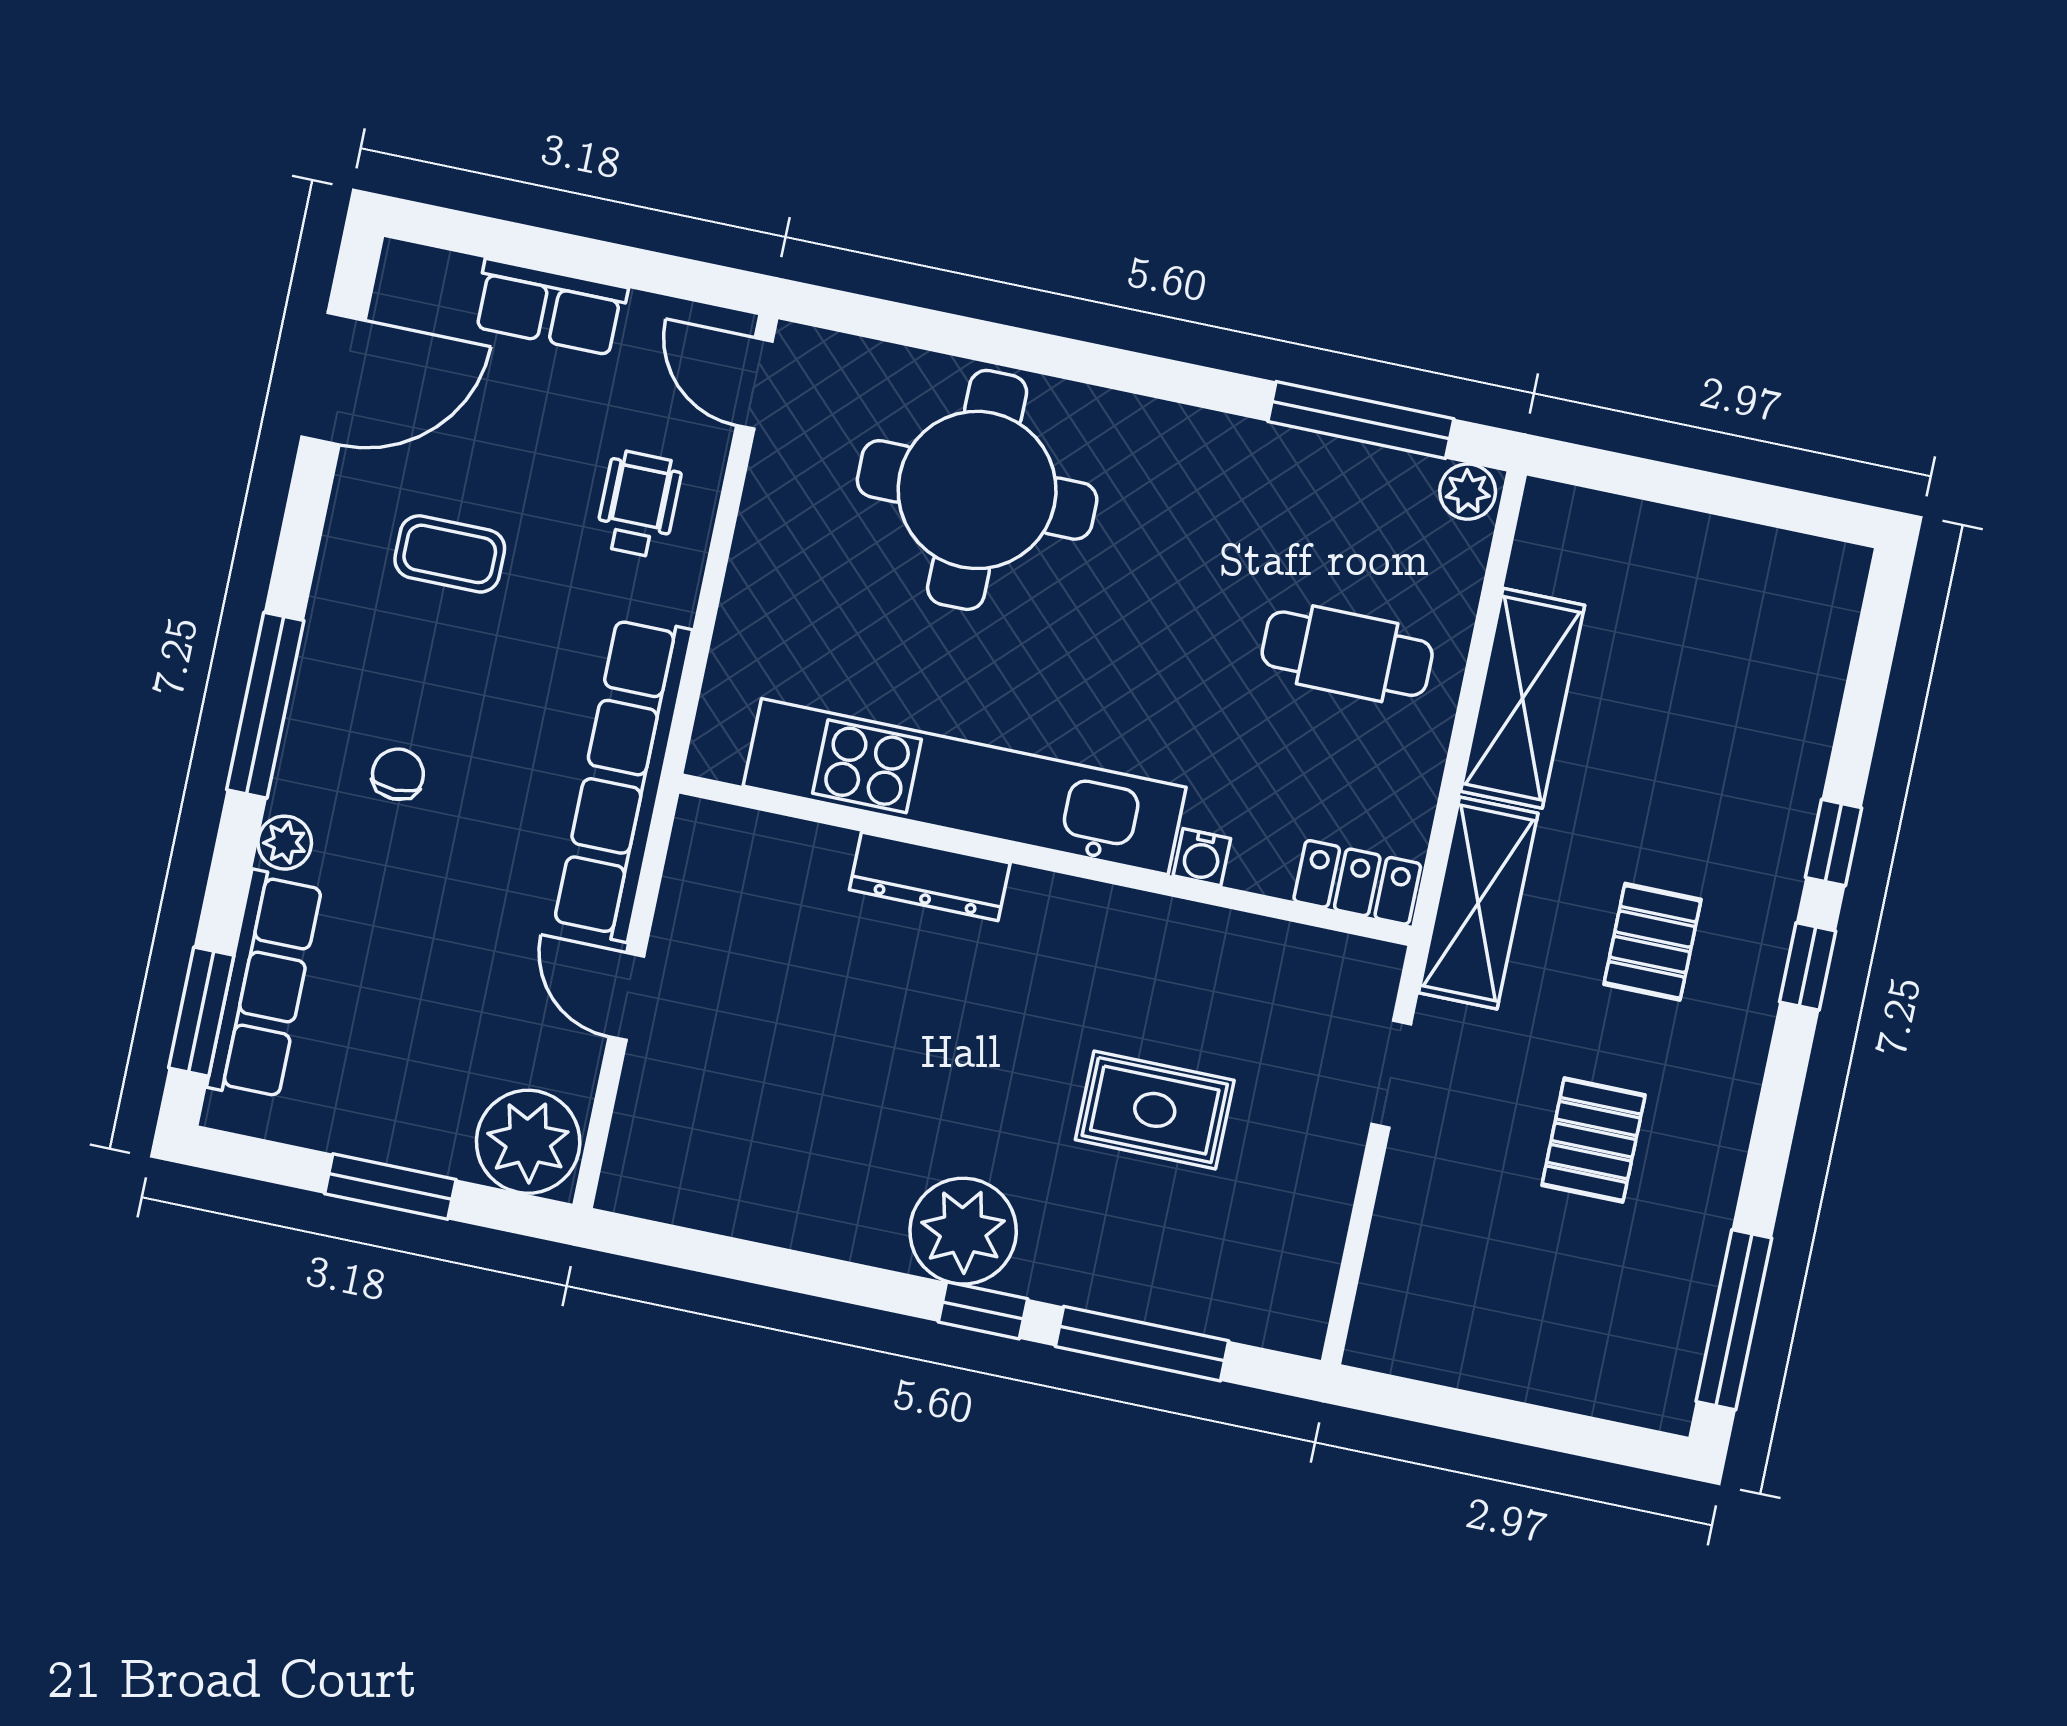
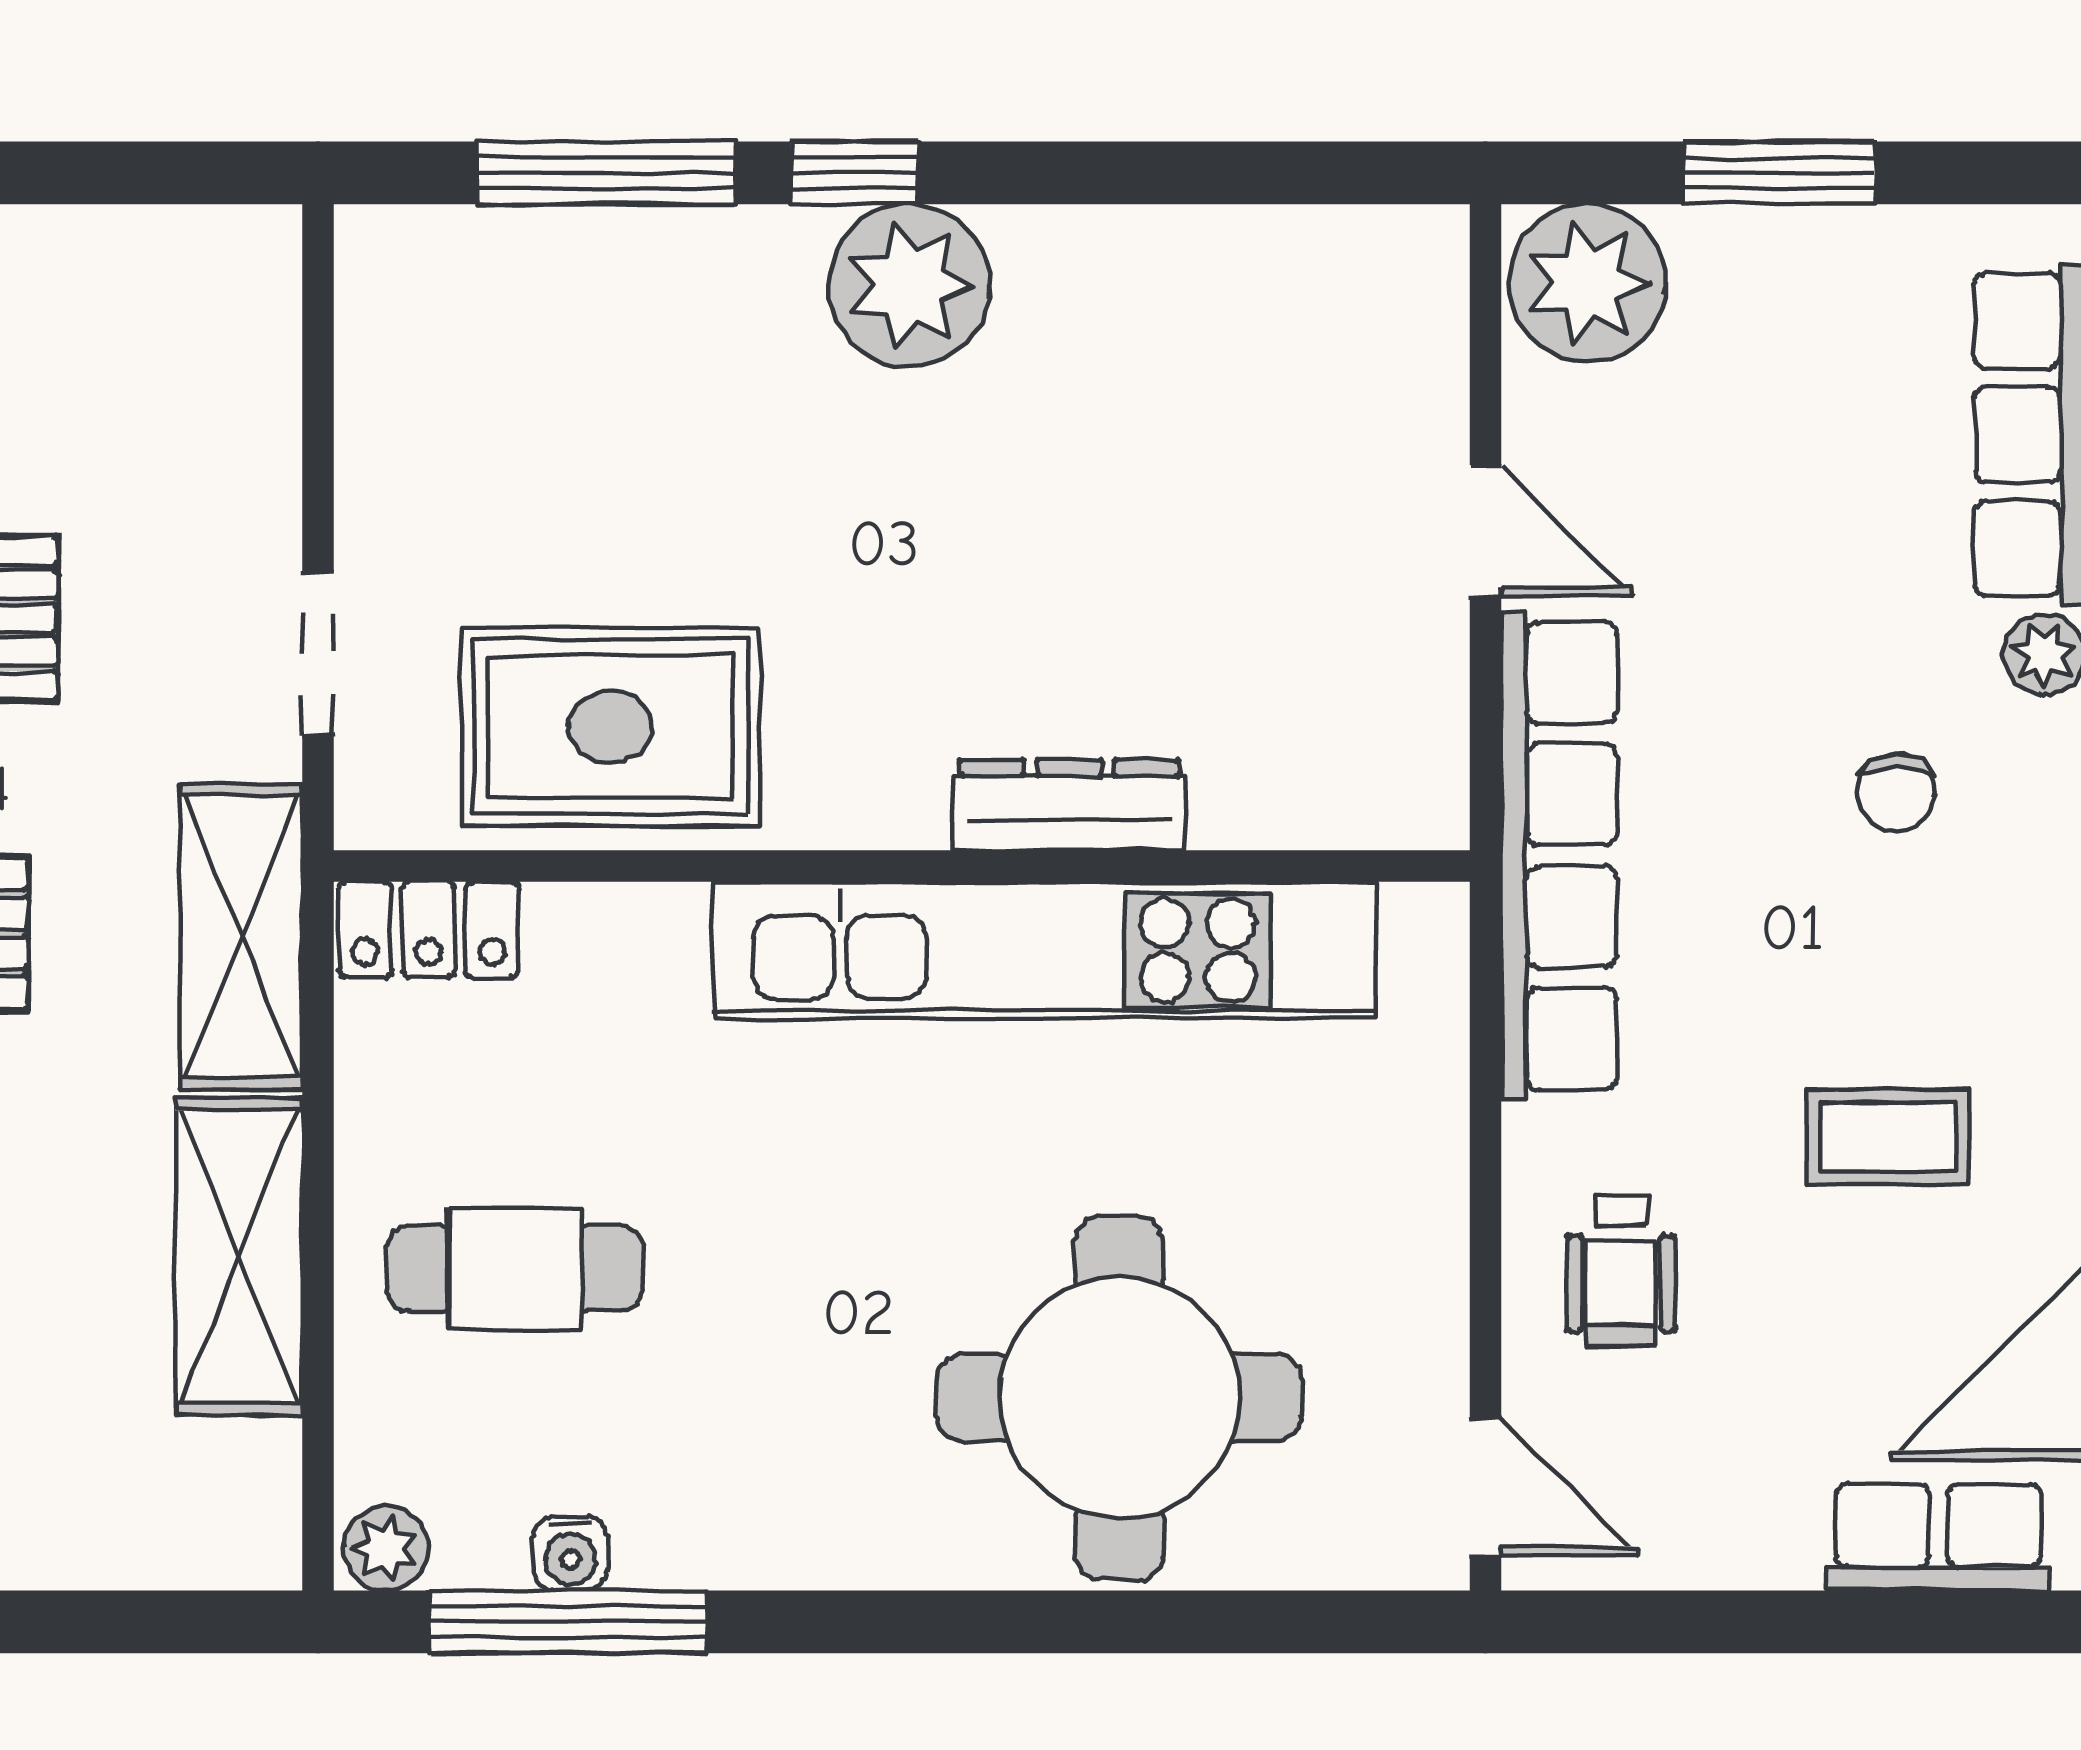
row of seats: (550, 307) -> (1938, 1537), moved
water cooler: (1202, 857) -> (570, 1553), moved, turned 180
rug: (1155, 1110) -> (610, 727), moved, width x1.36, depth x1.43

